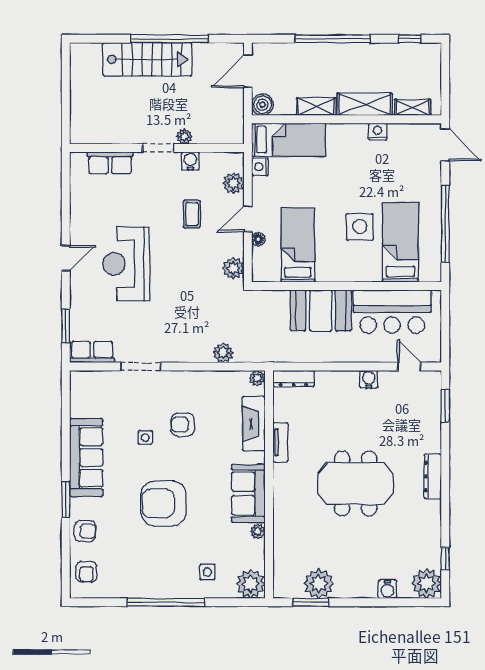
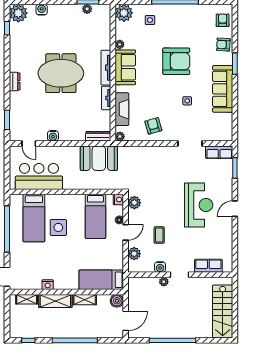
stairs: (147, 59) -> (223, 311), moved, turned -90
nightstand: (260, 167) -> (118, 200), moved
booth: (321, 310) -> (99, 158), moved
plant: (223, 353) -> (140, 152), removed
armchair: (183, 425) -> (153, 126), moved, turned -106
dresser: (433, 476) -> (15, 82), width x0.70
tv unit: (281, 493) -> (106, 68), added
plant: (319, 584) -> (87, 9), width x0.53, depth x0.53

